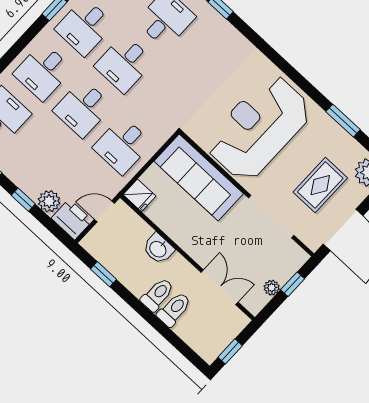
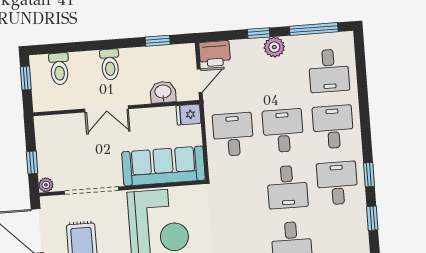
desk: (124, 64) -> (287, 187), turned 180
plant: (49, 201) -> (274, 47), moved
washbasin: (158, 249) -> (163, 92), moved
double door: (220, 287) -> (107, 109), moved
plant: (272, 288) -> (46, 185), moved
toilet: (174, 309) -> (59, 69), moved

